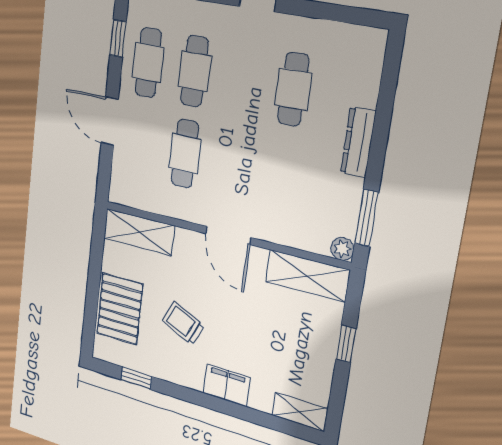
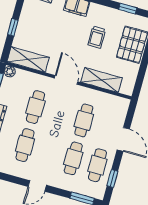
cafe table: (281, 175) -> (36, 107), added
shelving: (139, 232) -> (101, 80), moved
trolley: (183, 323) -> (97, 37), turned 66

